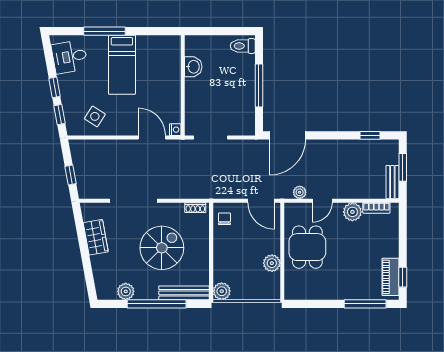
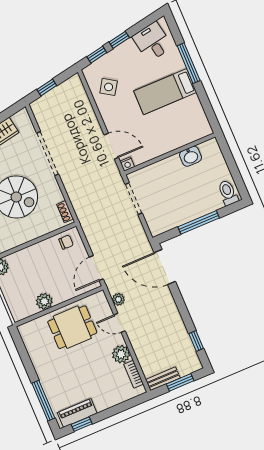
door: (152, 137) -> (111, 146), hinge flipped

